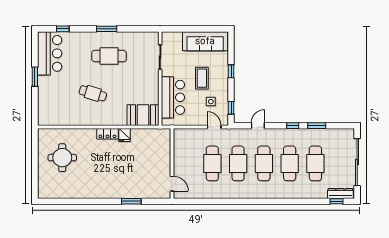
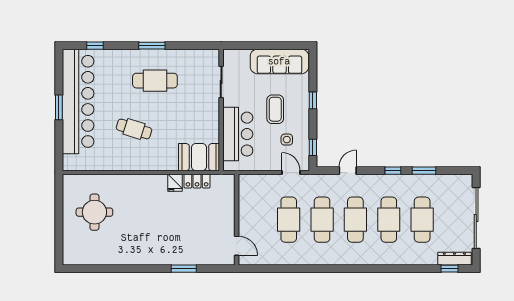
bar counter: (50, 53) -> (78, 101), width x1.86
locker: (107, 134) -> (197, 181), moved

